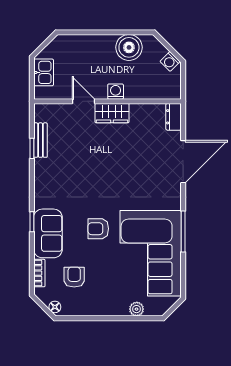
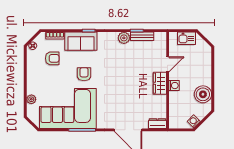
plant: (43, 168) -> (124, 38), added

